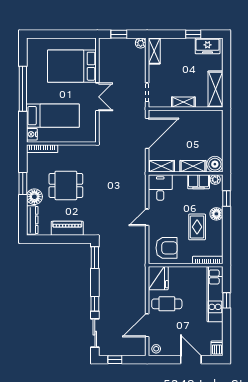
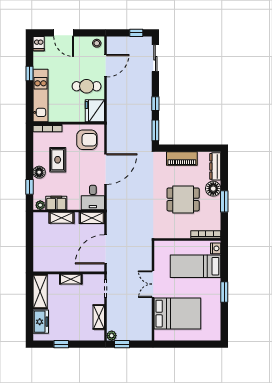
window: (119, 34) -> (122, 344), moved
freezer: (208, 46) -> (41, 322), moved, turned 90
shelving: (154, 51) -> (99, 317), moved
window: (23, 89) -> (224, 292), width x0.47
boiler: (215, 164) -> (41, 220), removed
door: (147, 217) -> (105, 169), width x1.87
armchair: (166, 248) -> (87, 140), turned 180
window: (227, 300) -> (29, 73), moved
window: (95, 304) -> (155, 104), moved

